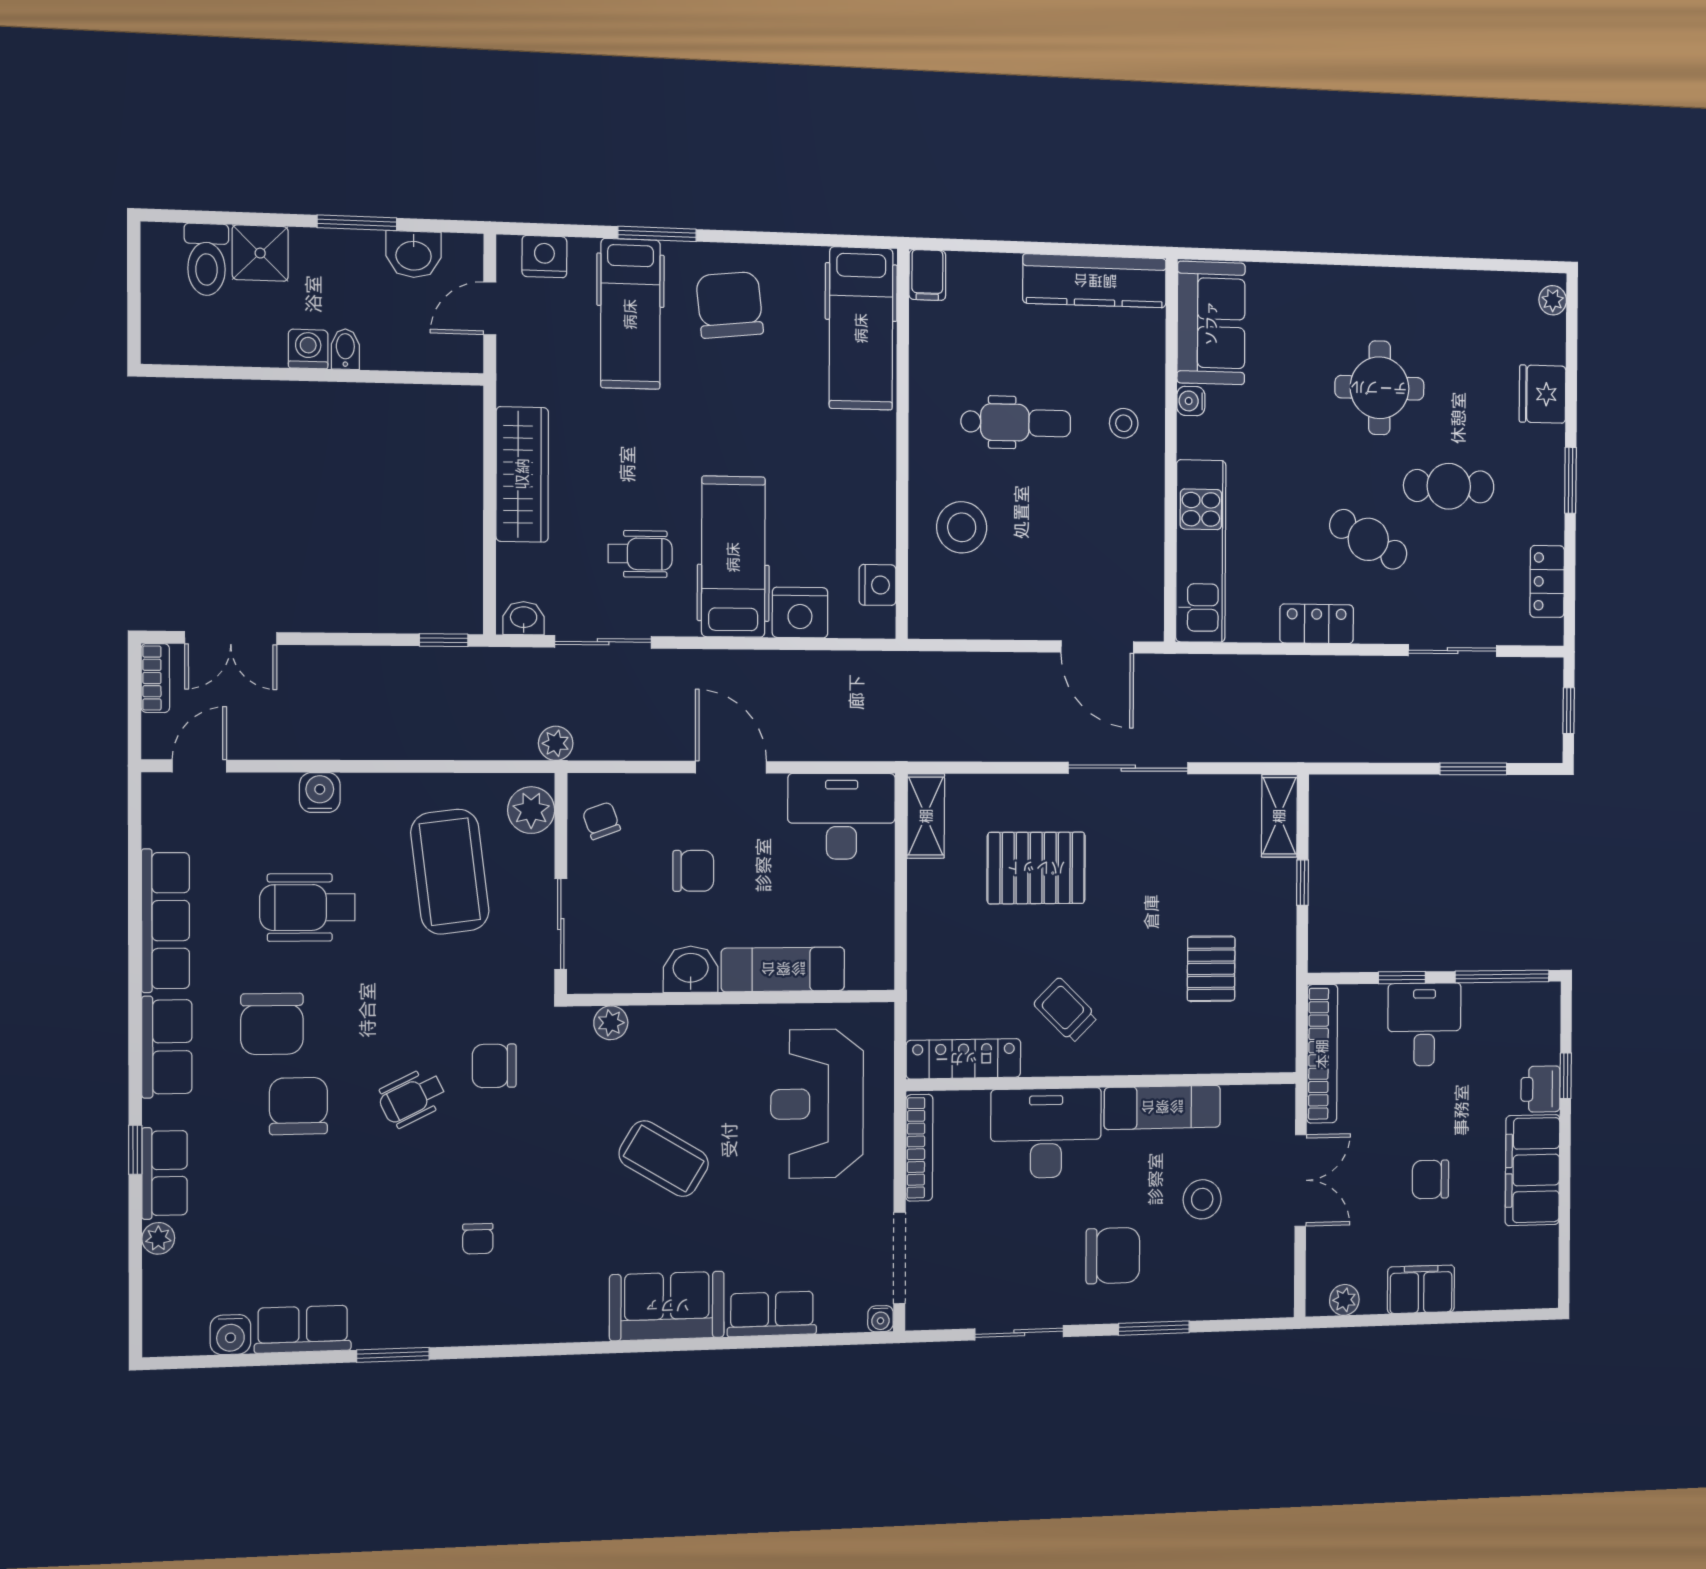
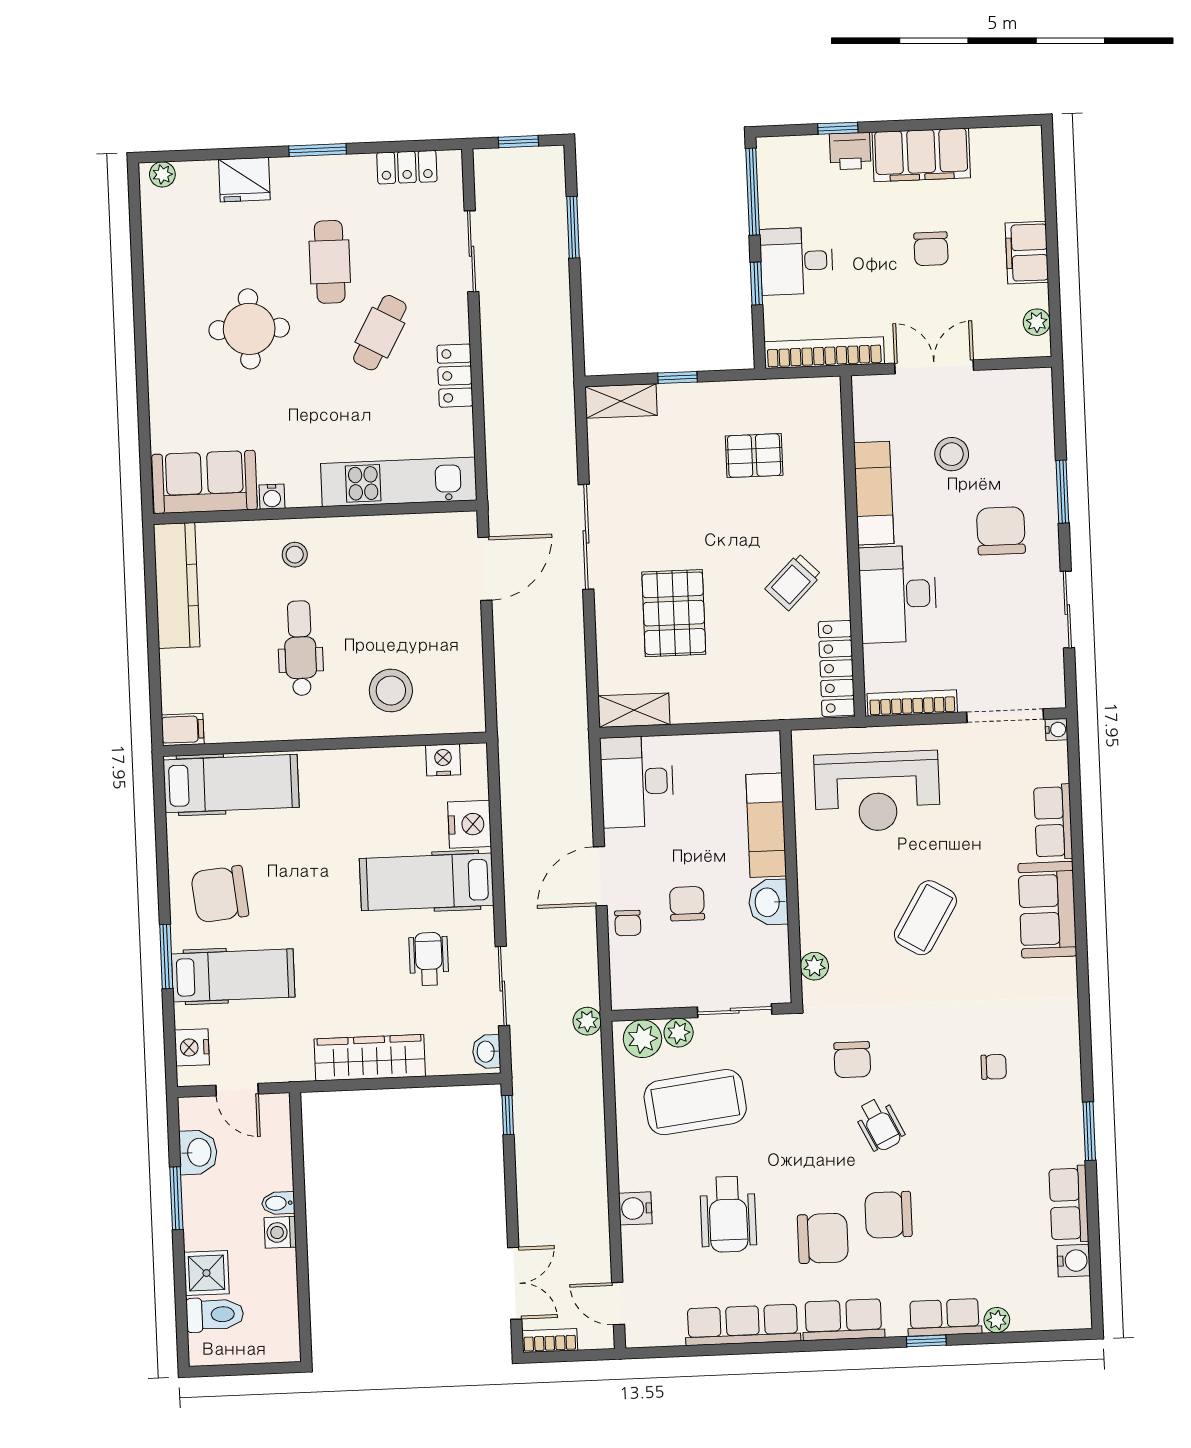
chair: (601, 821) -> (628, 923), moved, turned -70
plant: (537, 854) -> (679, 1033), added

